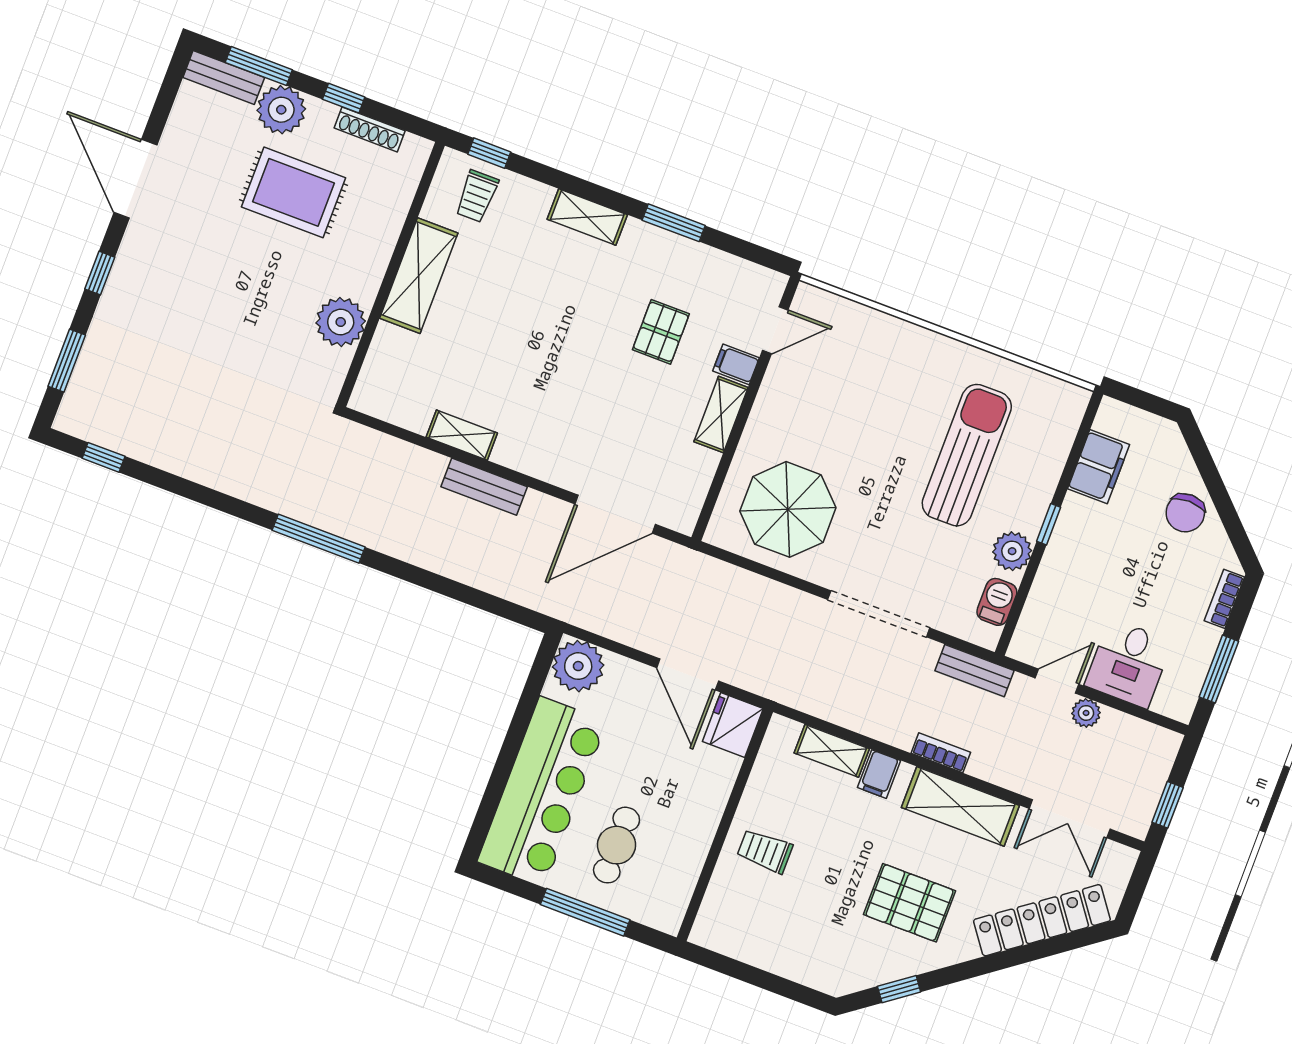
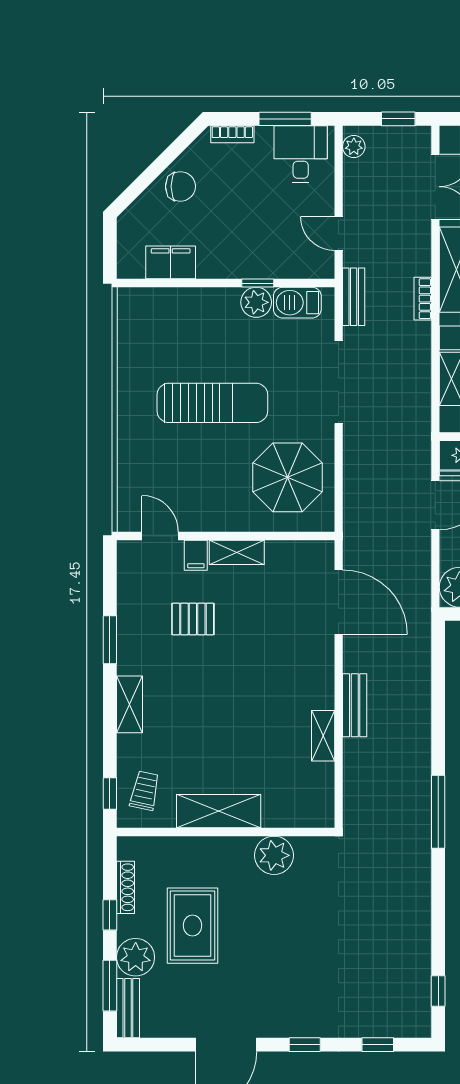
trolley: (477, 196) -> (145, 791), turned -78
window: (67, 361) -> (378, 1045), width x0.67
sun lounger: (967, 455) -> (212, 403), moved, turned 180
window: (1049, 524) -> (258, 283), moved
barbecue: (997, 602) -> (297, 303), width x1.38, depth x1.27
desk: (1128, 663) -> (301, 154), moved, turned -90
plant: (1086, 713) -> (354, 147), moved

